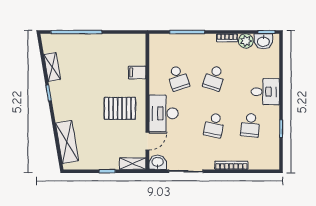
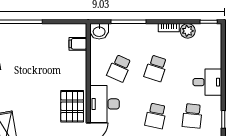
washbasin: (263, 41) -> (99, 31), moved
filing cabinet: (137, 72) -> (78, 44), moved
school desk: (178, 78) -> (119, 68), turned 42
pallet: (120, 108) -> (72, 106), moved, turned 90

